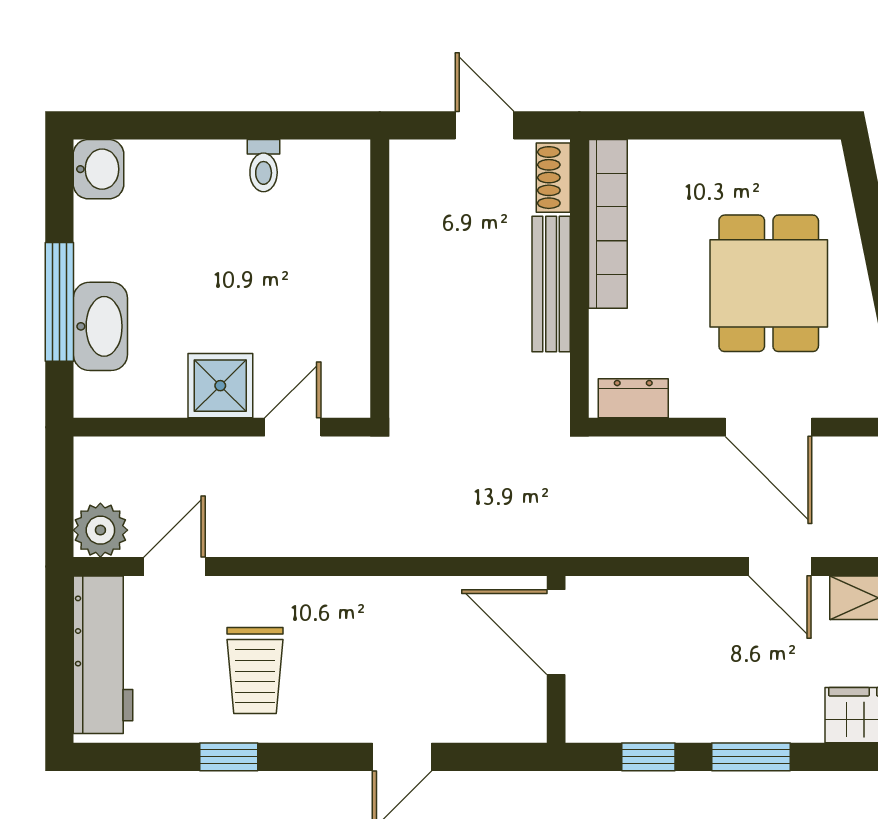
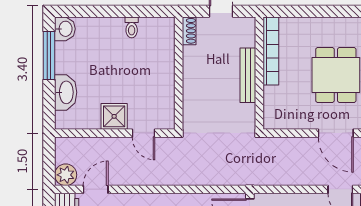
shoe rack: (553, 178) -> (189, 31), moved, turned 180
window: (59, 302) -> (49, 56), moved
dresser: (633, 398) -> (281, 121), removed
door: (293, 427) -> (143, 133), swing flipped

